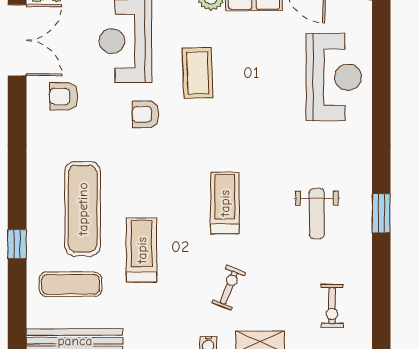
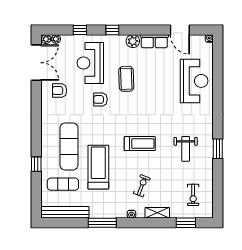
treadmill: (225, 203) -> (140, 144), turned 90
treadmill: (142, 250) -> (98, 167), width x1.37, depth x1.38

